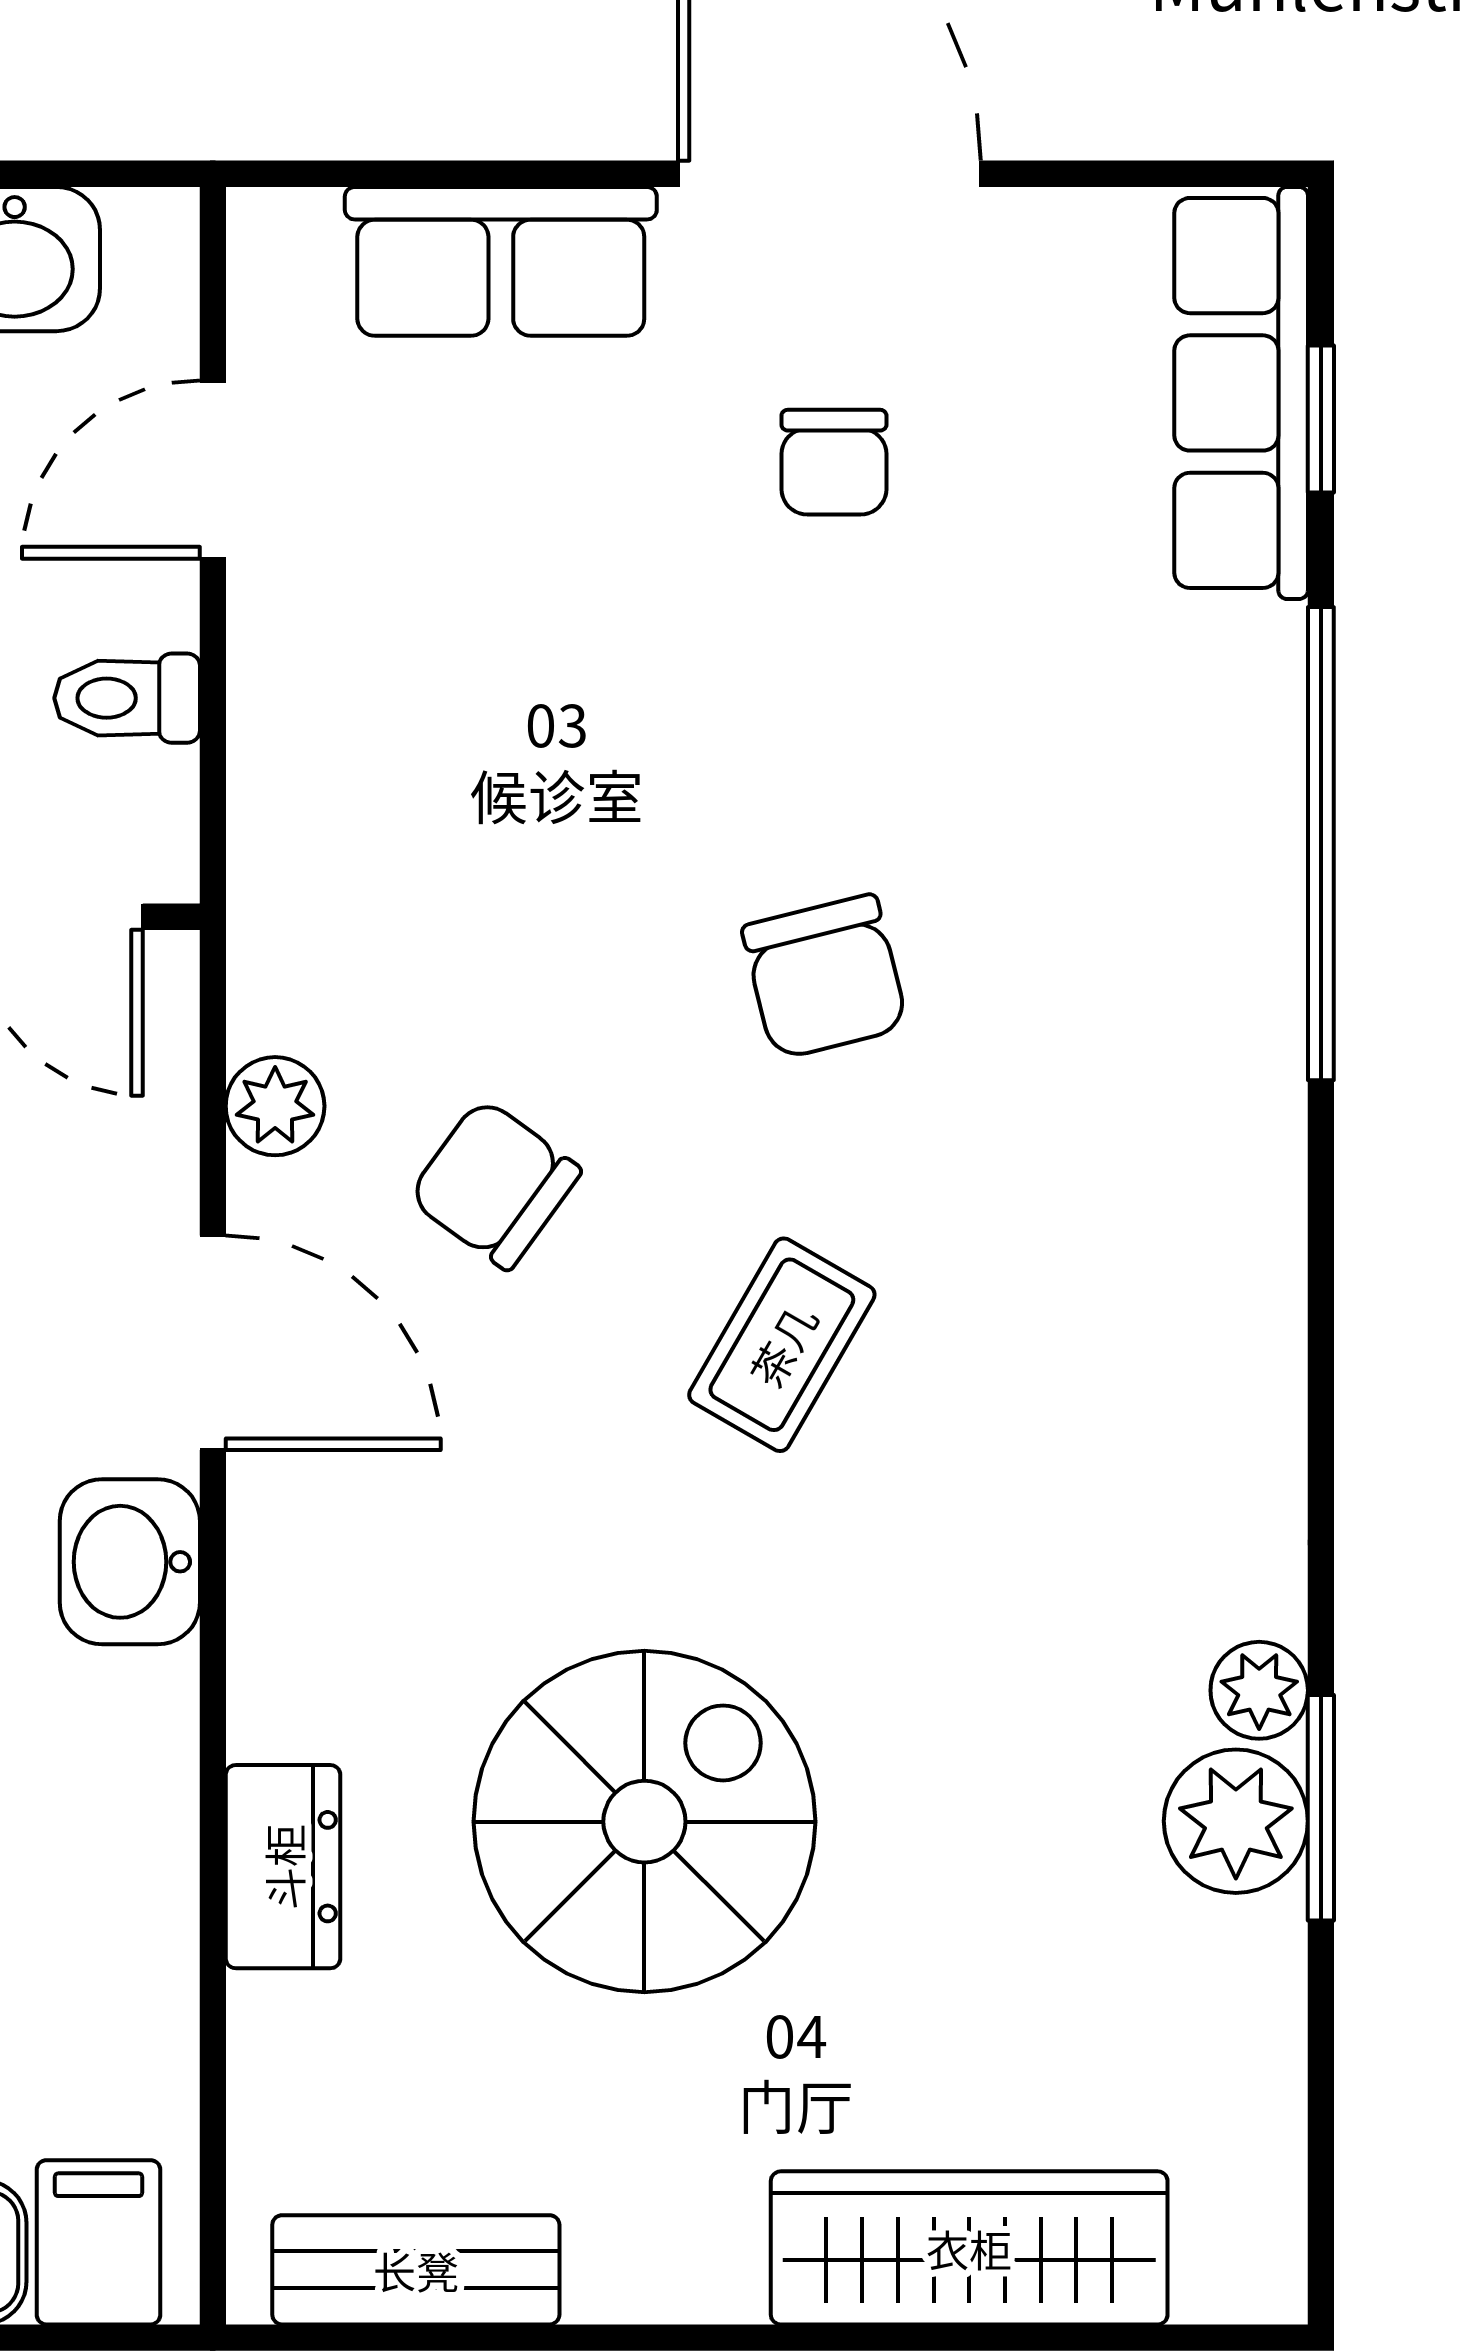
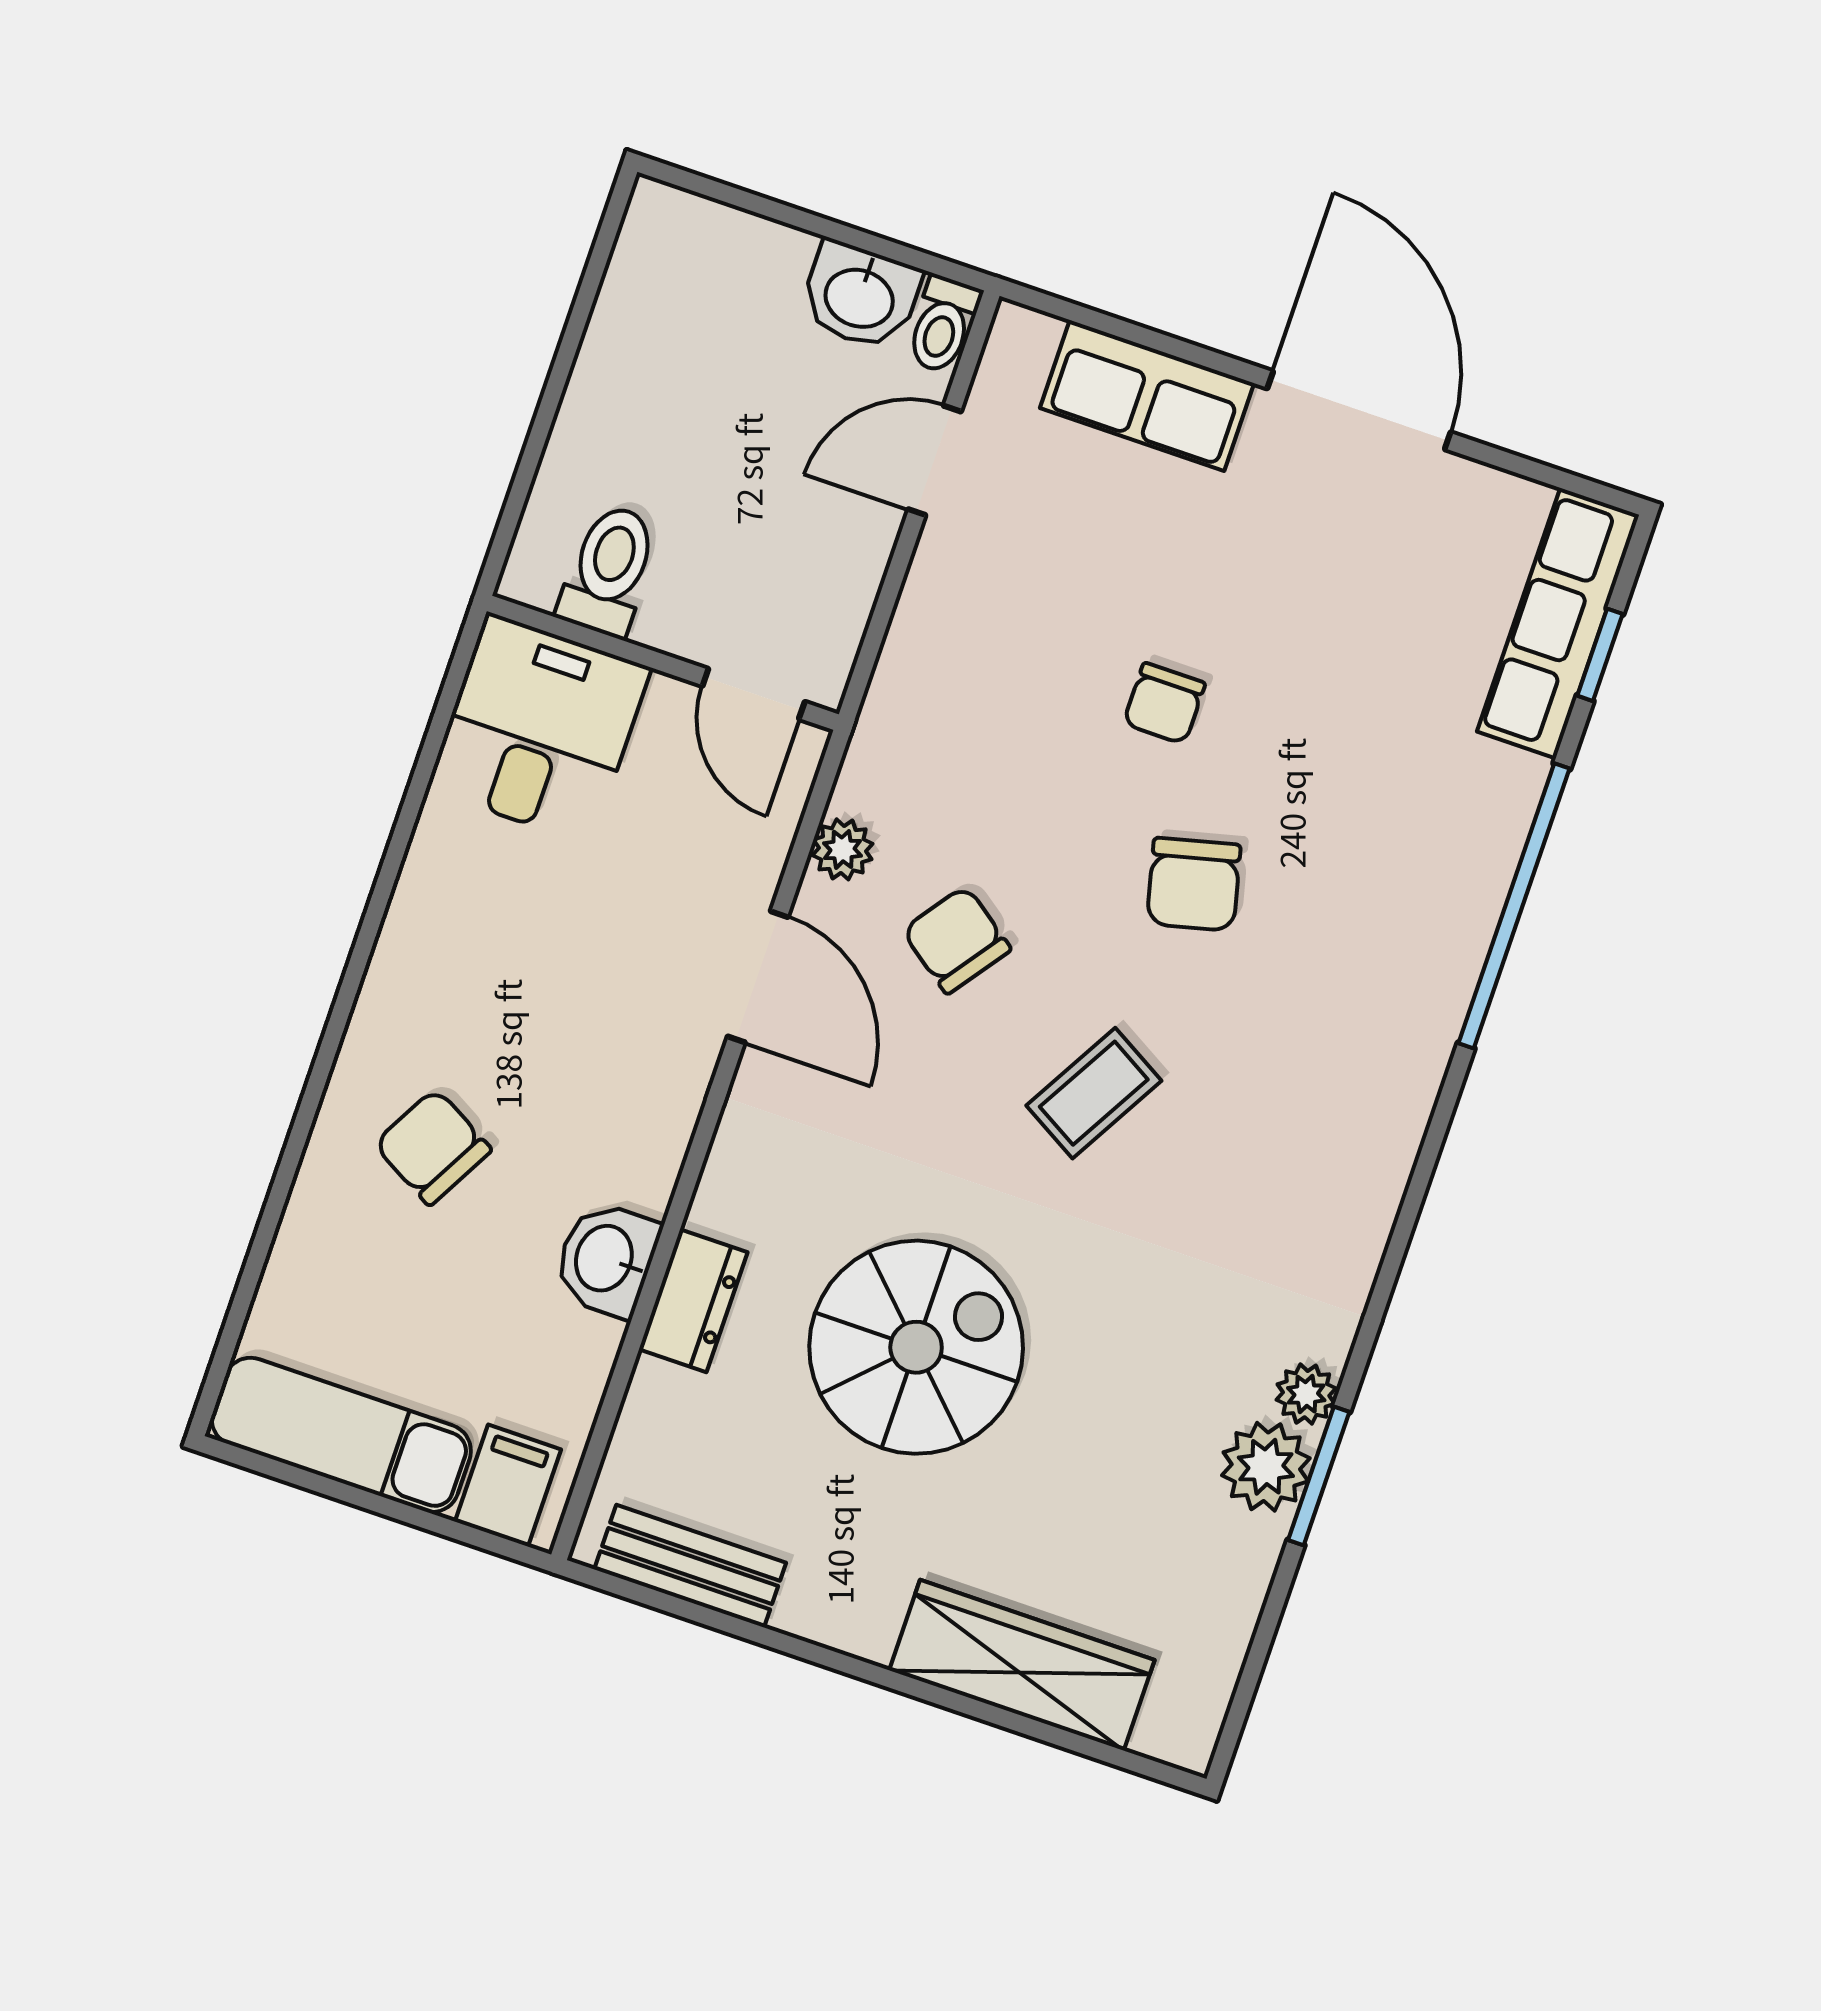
chair: (834, 462) -> (1164, 703), moved
toilet: (127, 698) -> (943, 325), moved, turned -90
washbasin: (130, 1562) -> (606, 1259), moved

